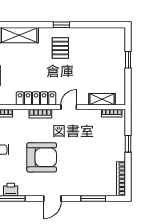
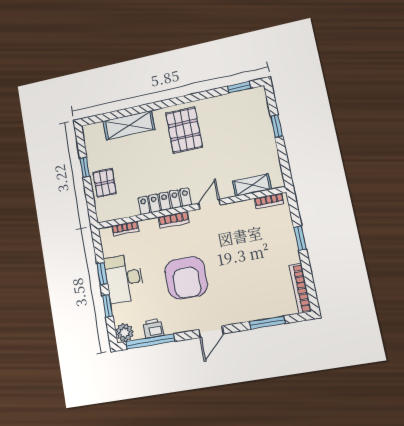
window: (61, 25) -> (239, 87), moved
pallet: (60, 48) -> (184, 130), width x1.50, depth x1.42
armchair: (42, 157) -> (186, 278), turned 90

